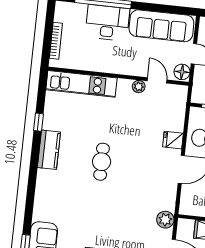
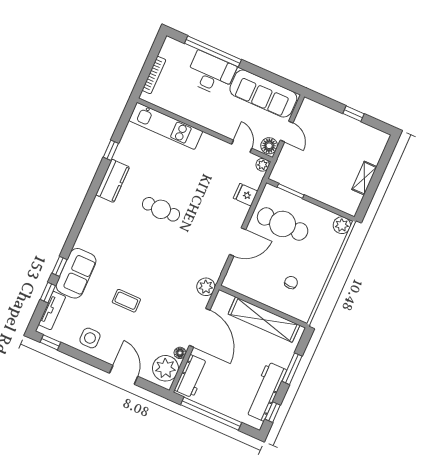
plant: (139, 87) -> (263, 165), moved
fridge: (173, 140) -> (246, 195), moved
cafe table: (102, 162) -> (161, 209), turned 90

